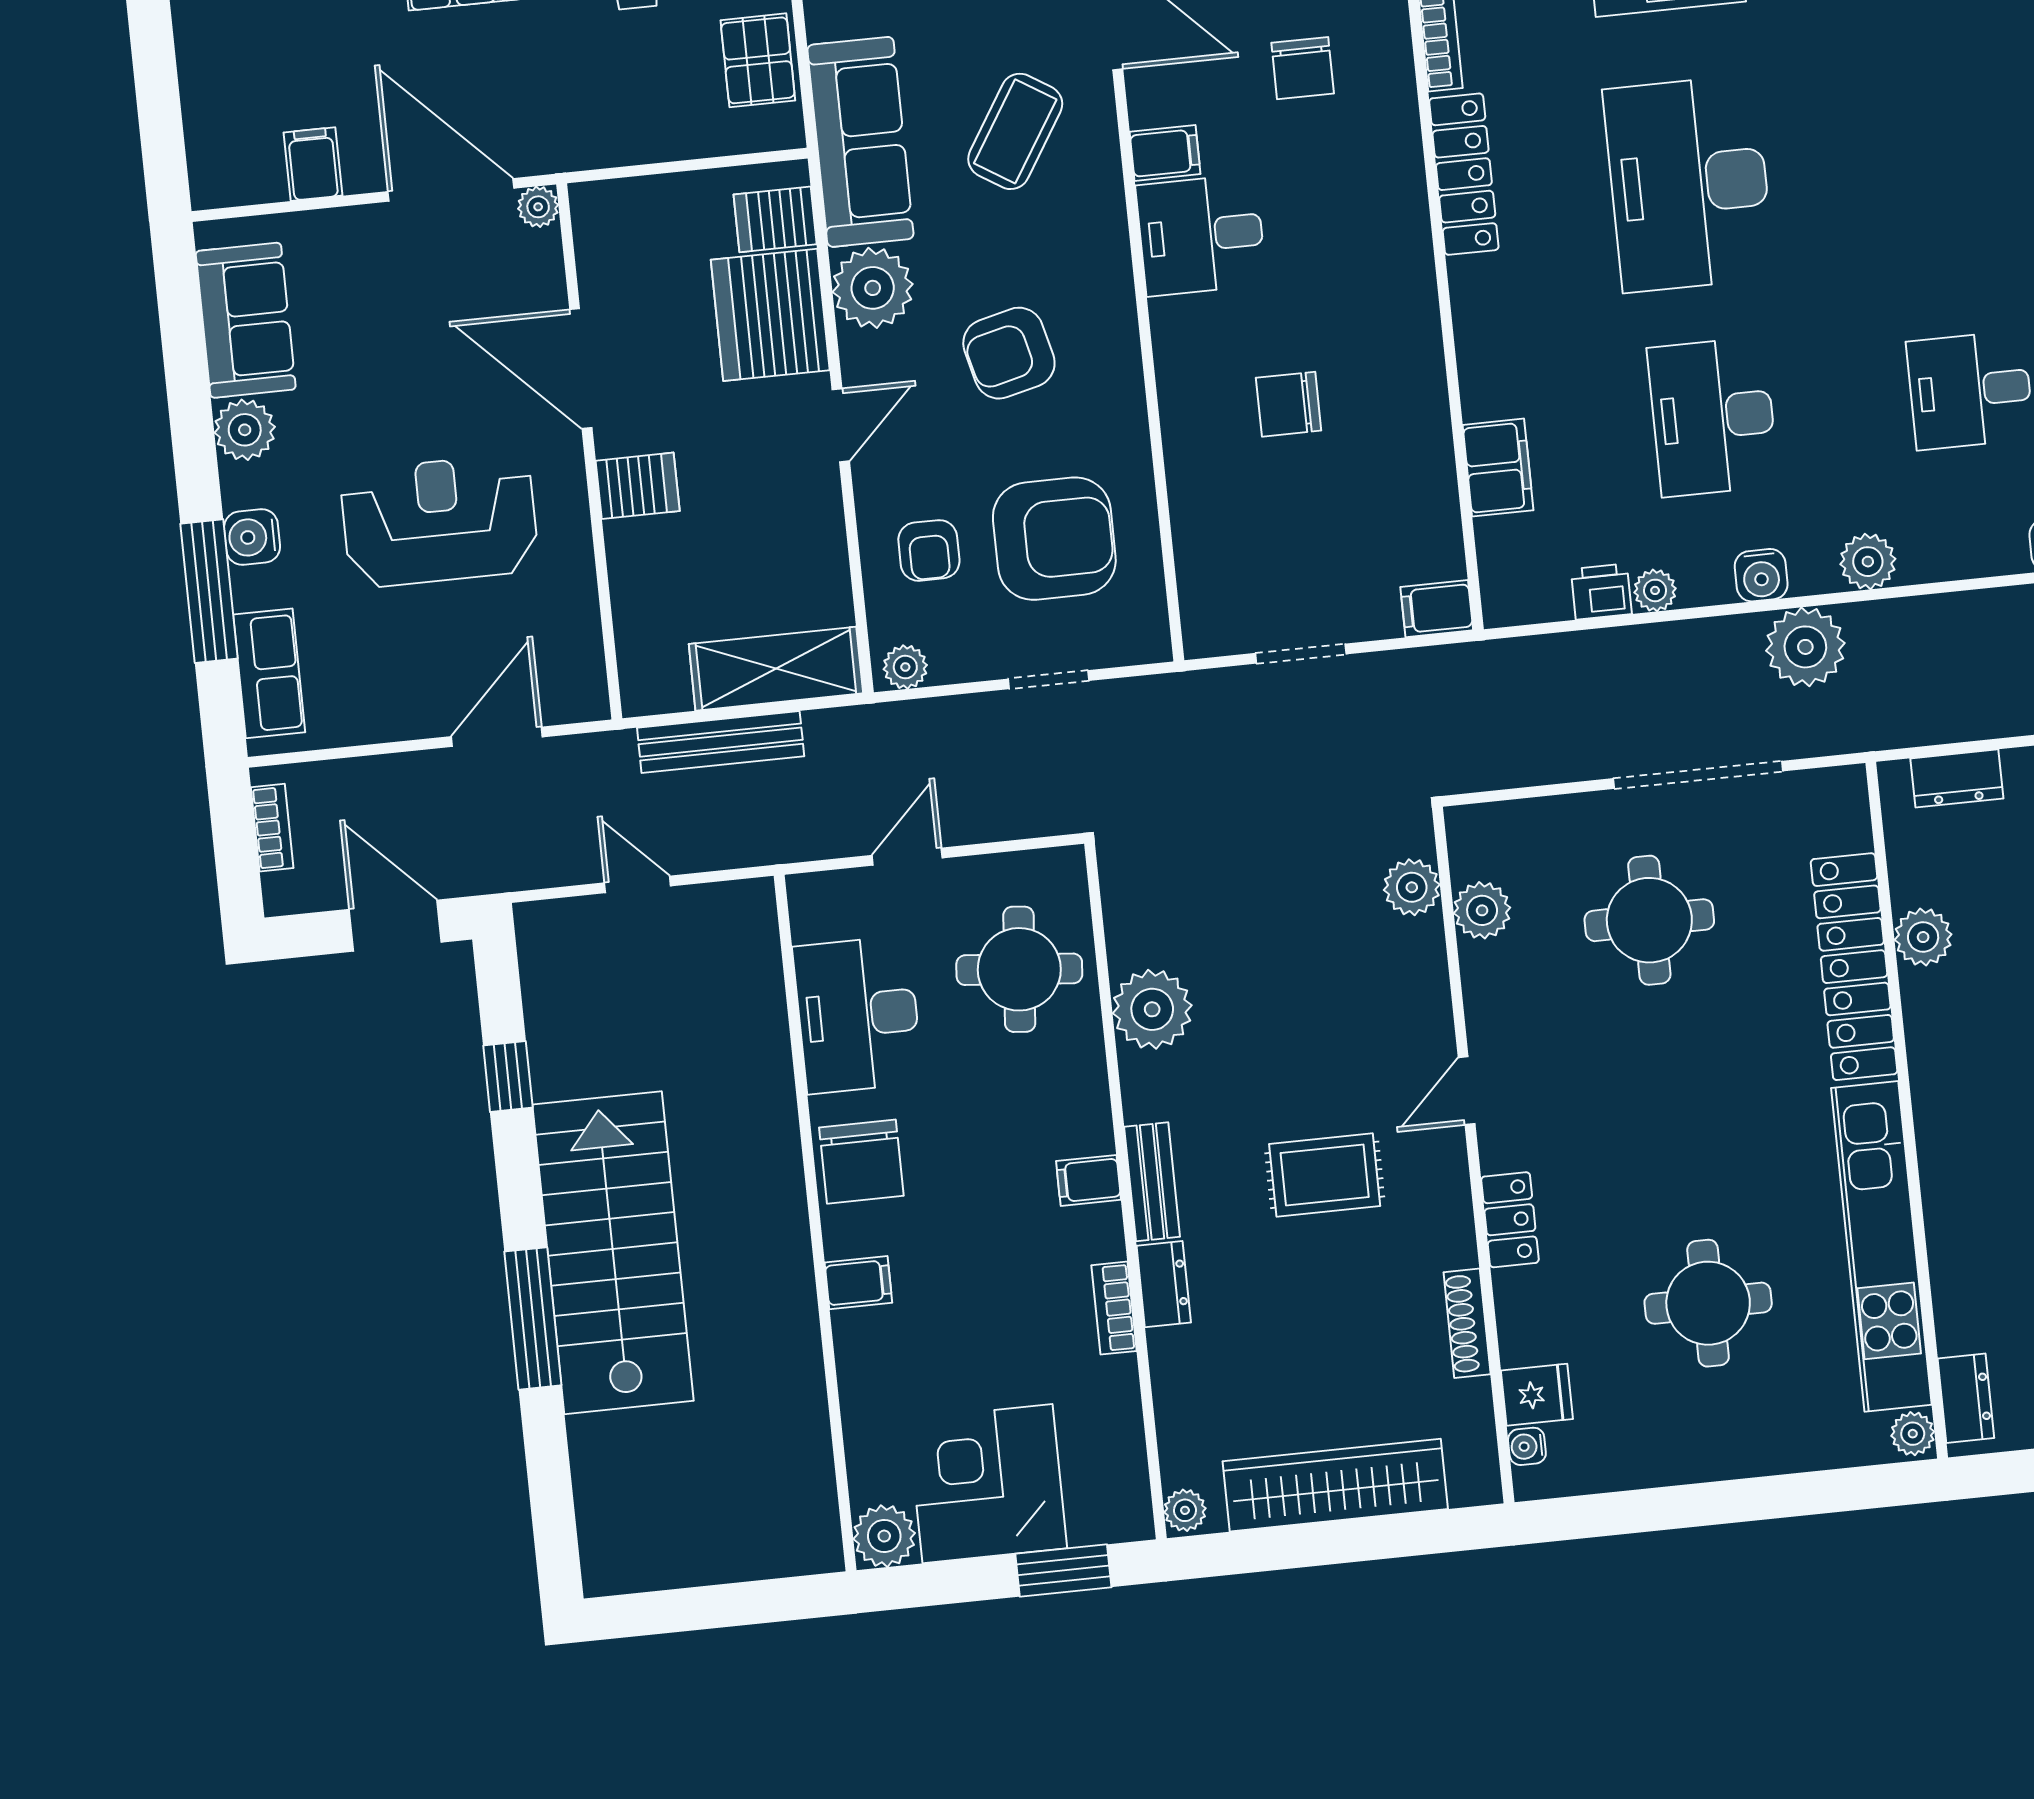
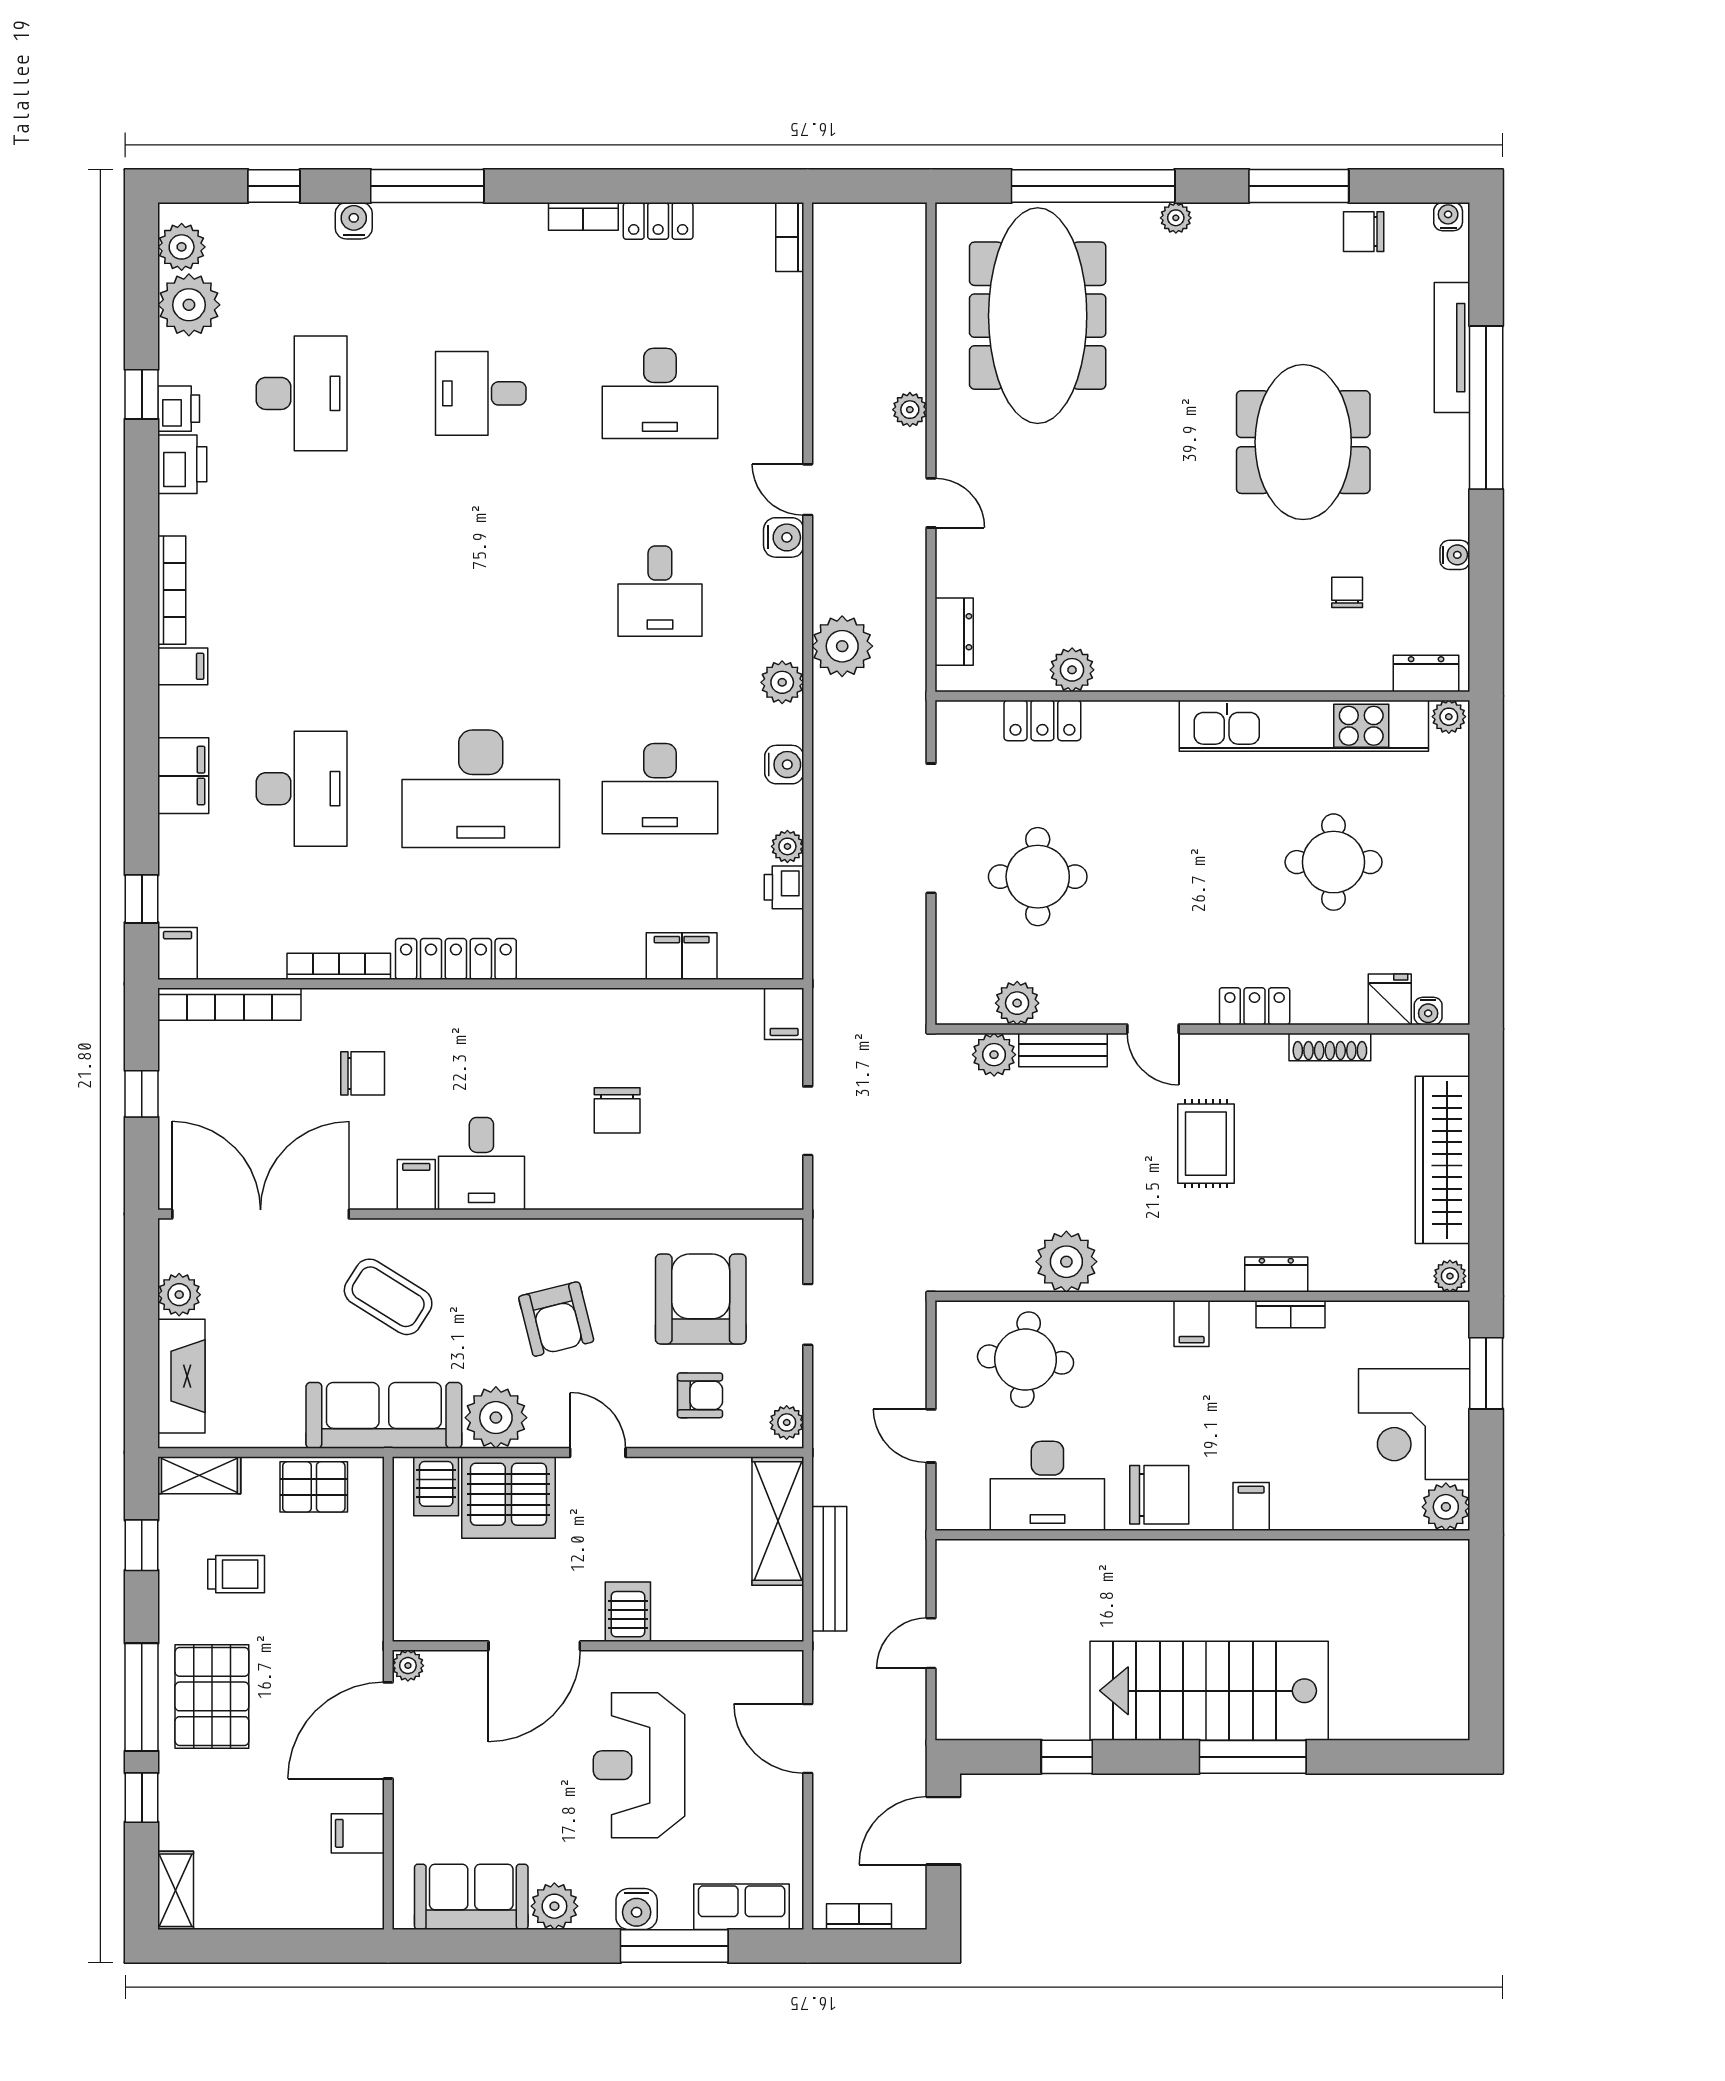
plant: (1805, 647) -> (842, 646), moved
locker: (1854, 967) -> (1042, 720), width x0.46, depth x0.83
bench: (1152, 1182) -> (1063, 1050), moved

